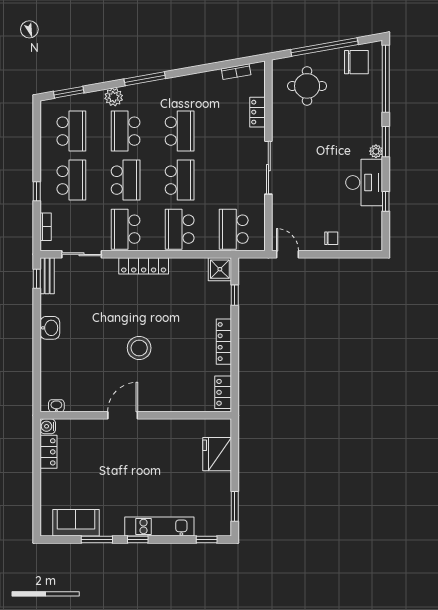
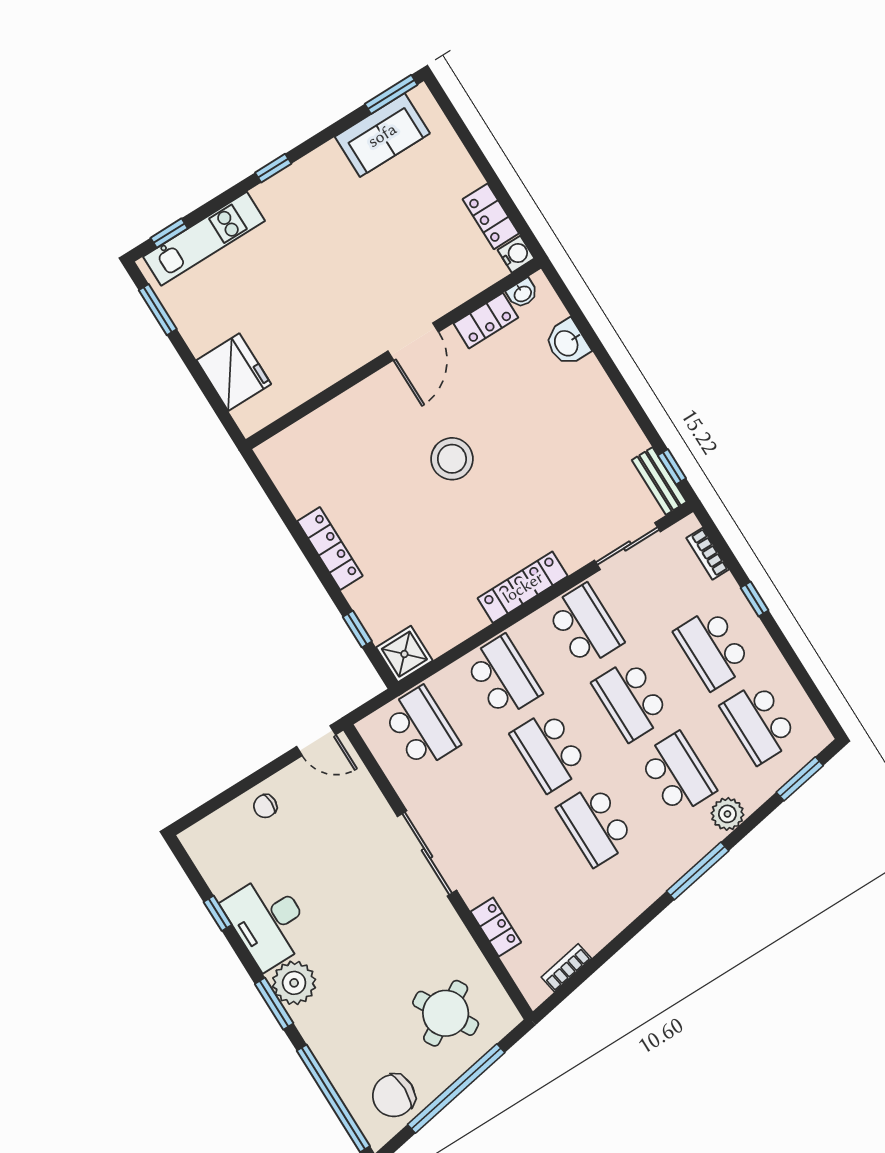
round table: (307, 86) -> (446, 1013), turned -30
plant: (376, 151) -> (294, 983), width x1.88, depth x1.88
washbasin: (50, 328) -> (567, 343), moved
locker: (223, 392) -> (486, 321), moved, turned 90
kitchen unit: (159, 526) -> (204, 239), moved
window: (97, 540) -> (391, 94), moved

